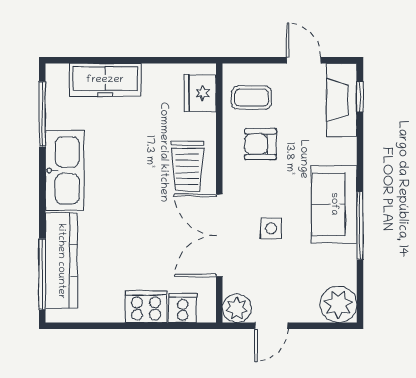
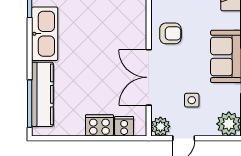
armchair: (261, 144) -> (170, 33), moved, turned 180
trolley: (187, 166) -> (127, 31), removed
side table: (271, 228) -> (192, 100), moved

